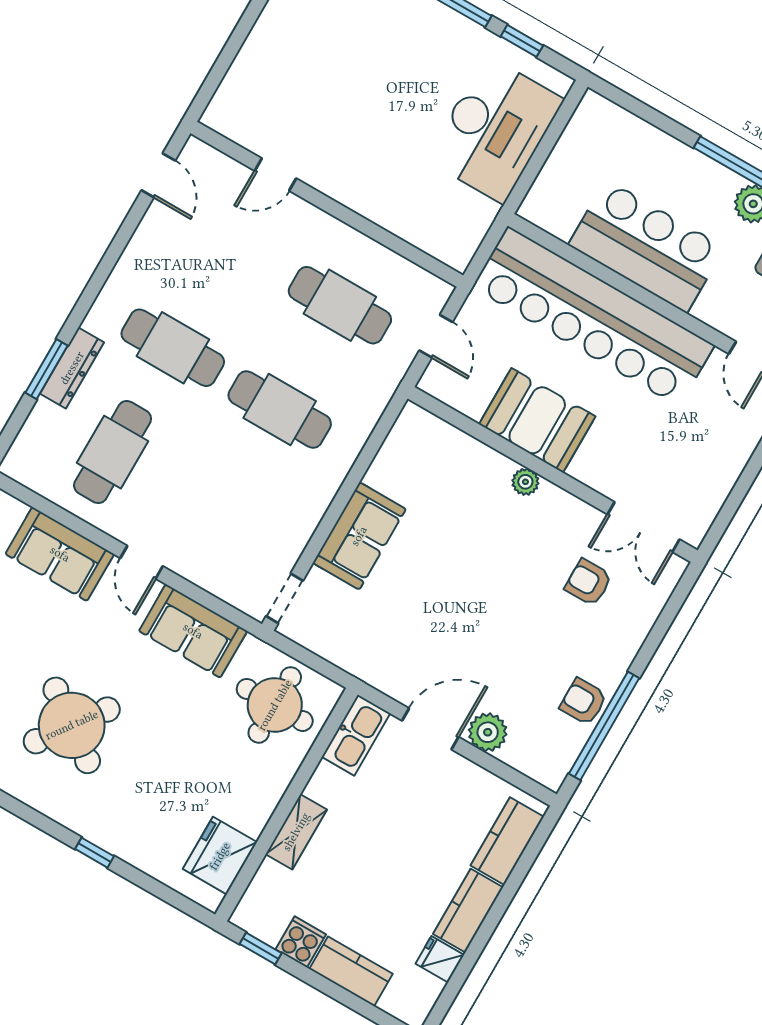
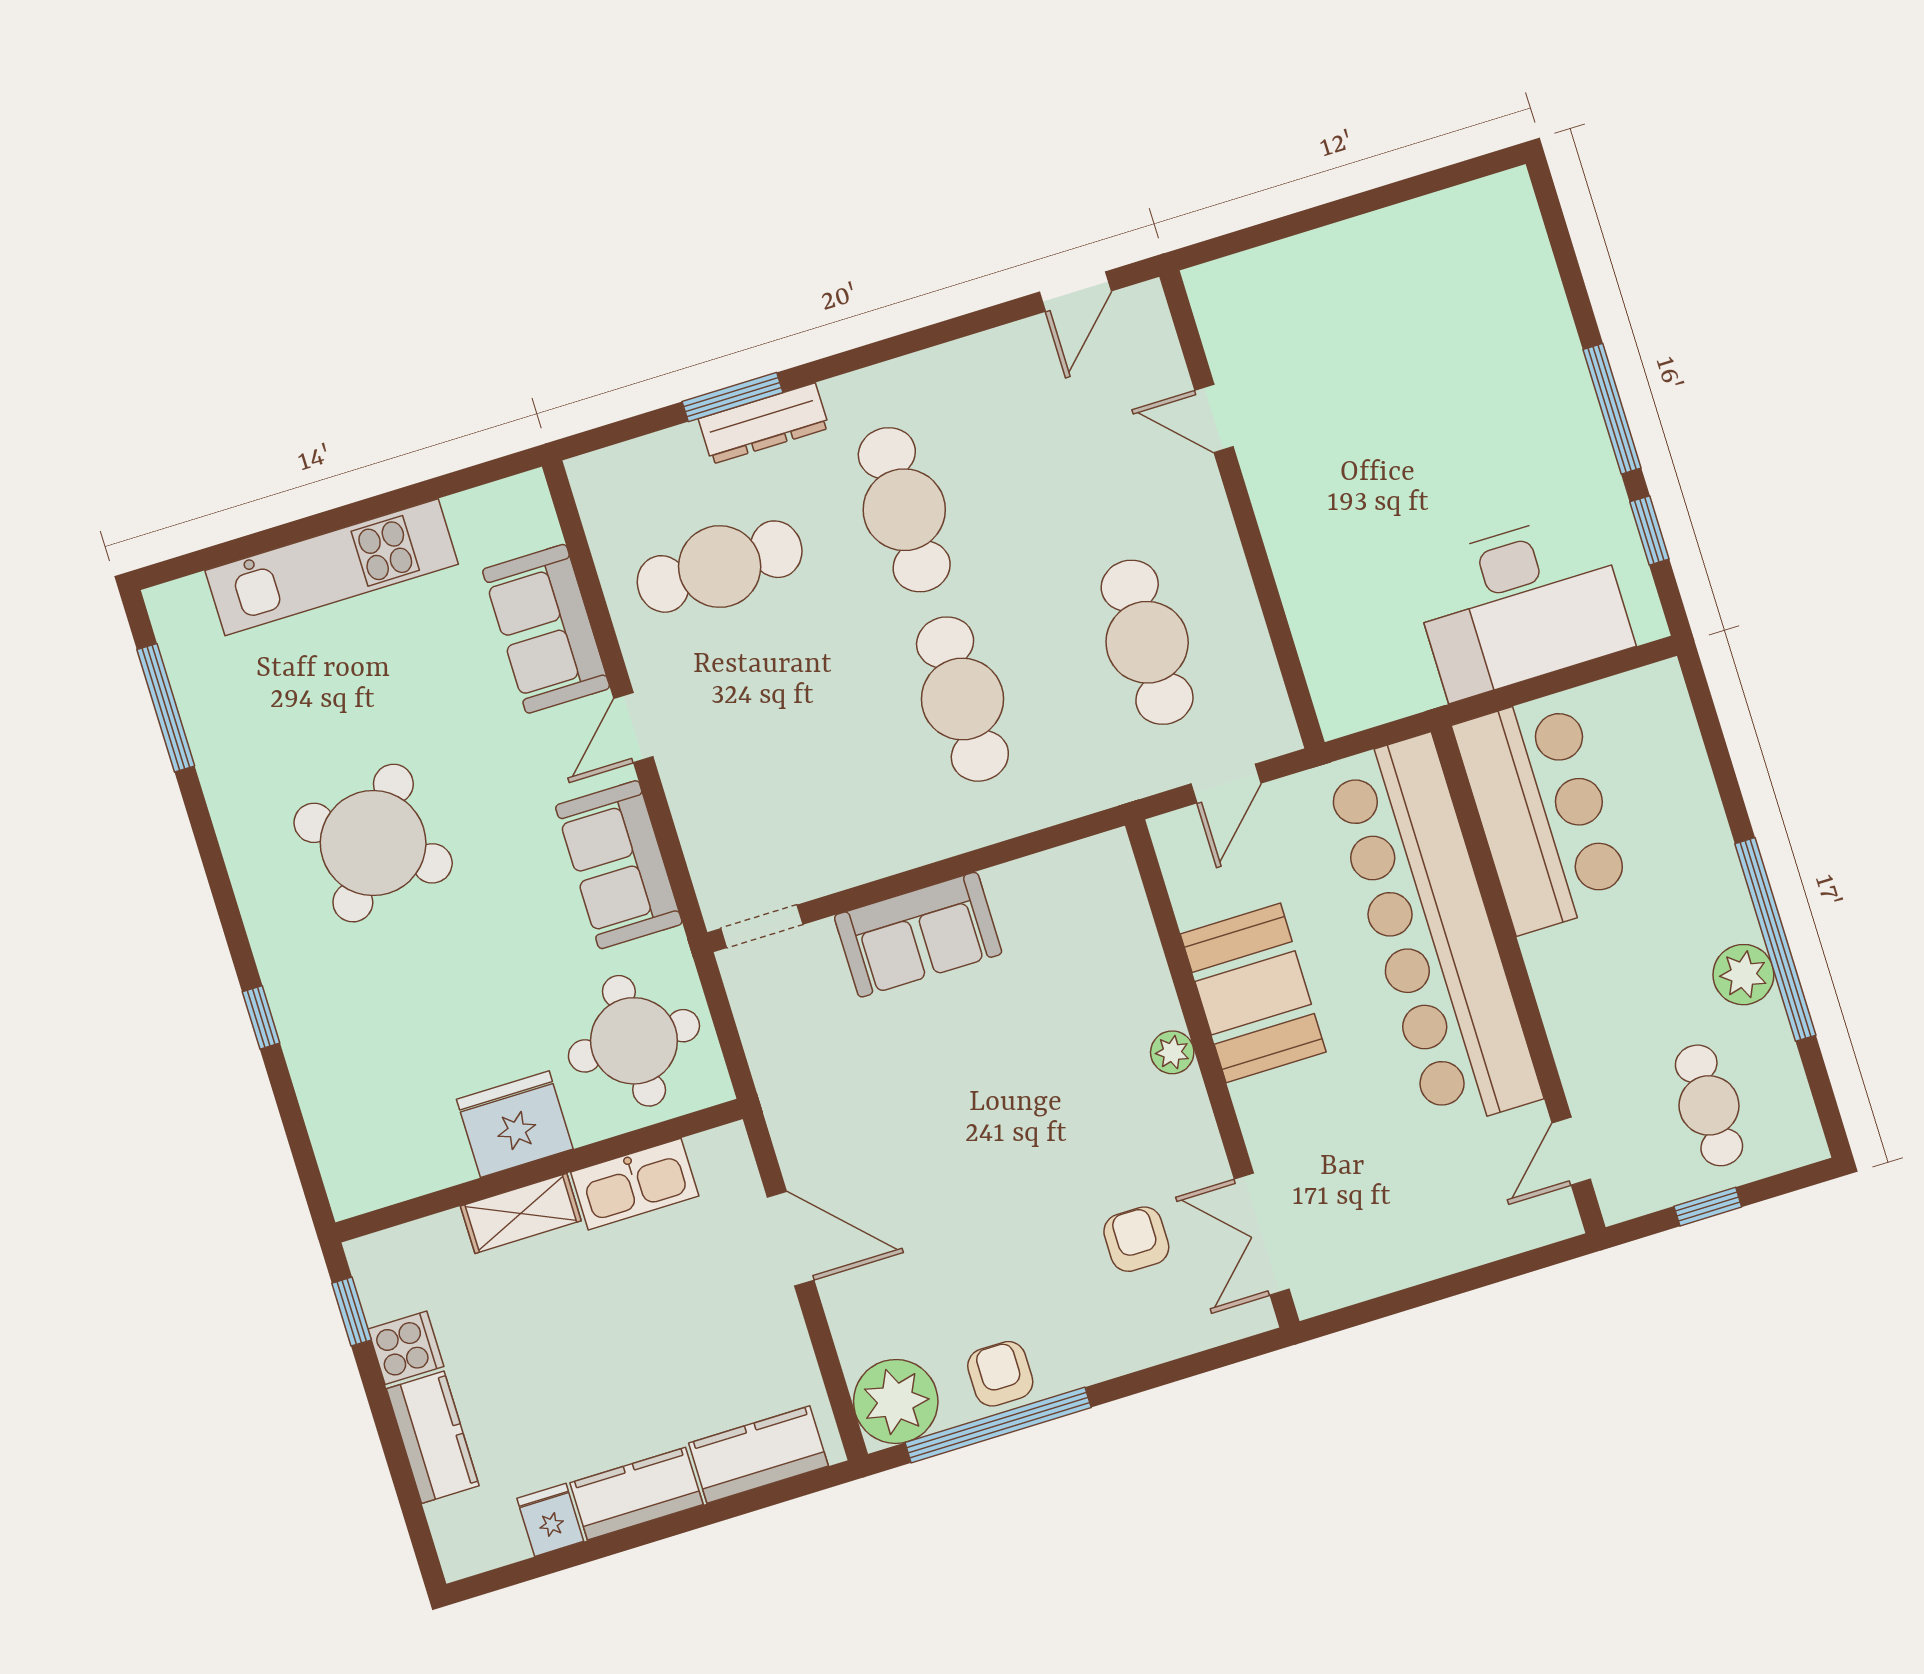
bar counter: (646, 246) -> (1542, 813), moved
plant: (488, 732) -> (896, 1401), moved, width x1.36, depth x1.36
kitchen sink: (356, 735) -> (635, 1184), moved
fridge: (220, 856) -> (515, 1124), moved

